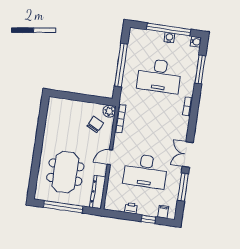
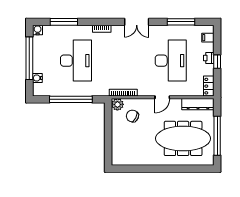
water cooler: (169, 38) -> (37, 78), moved
double door: (188, 155) -> (137, 22), moved
door: (110, 157) -> (162, 97), hinge flipped
meeting table: (65, 172) -> (183, 138), width x1.36
locker: (114, 206) -> (209, 86), added
printer: (131, 208) -> (209, 58), moved
window: (148, 219) -> (217, 62), moved

